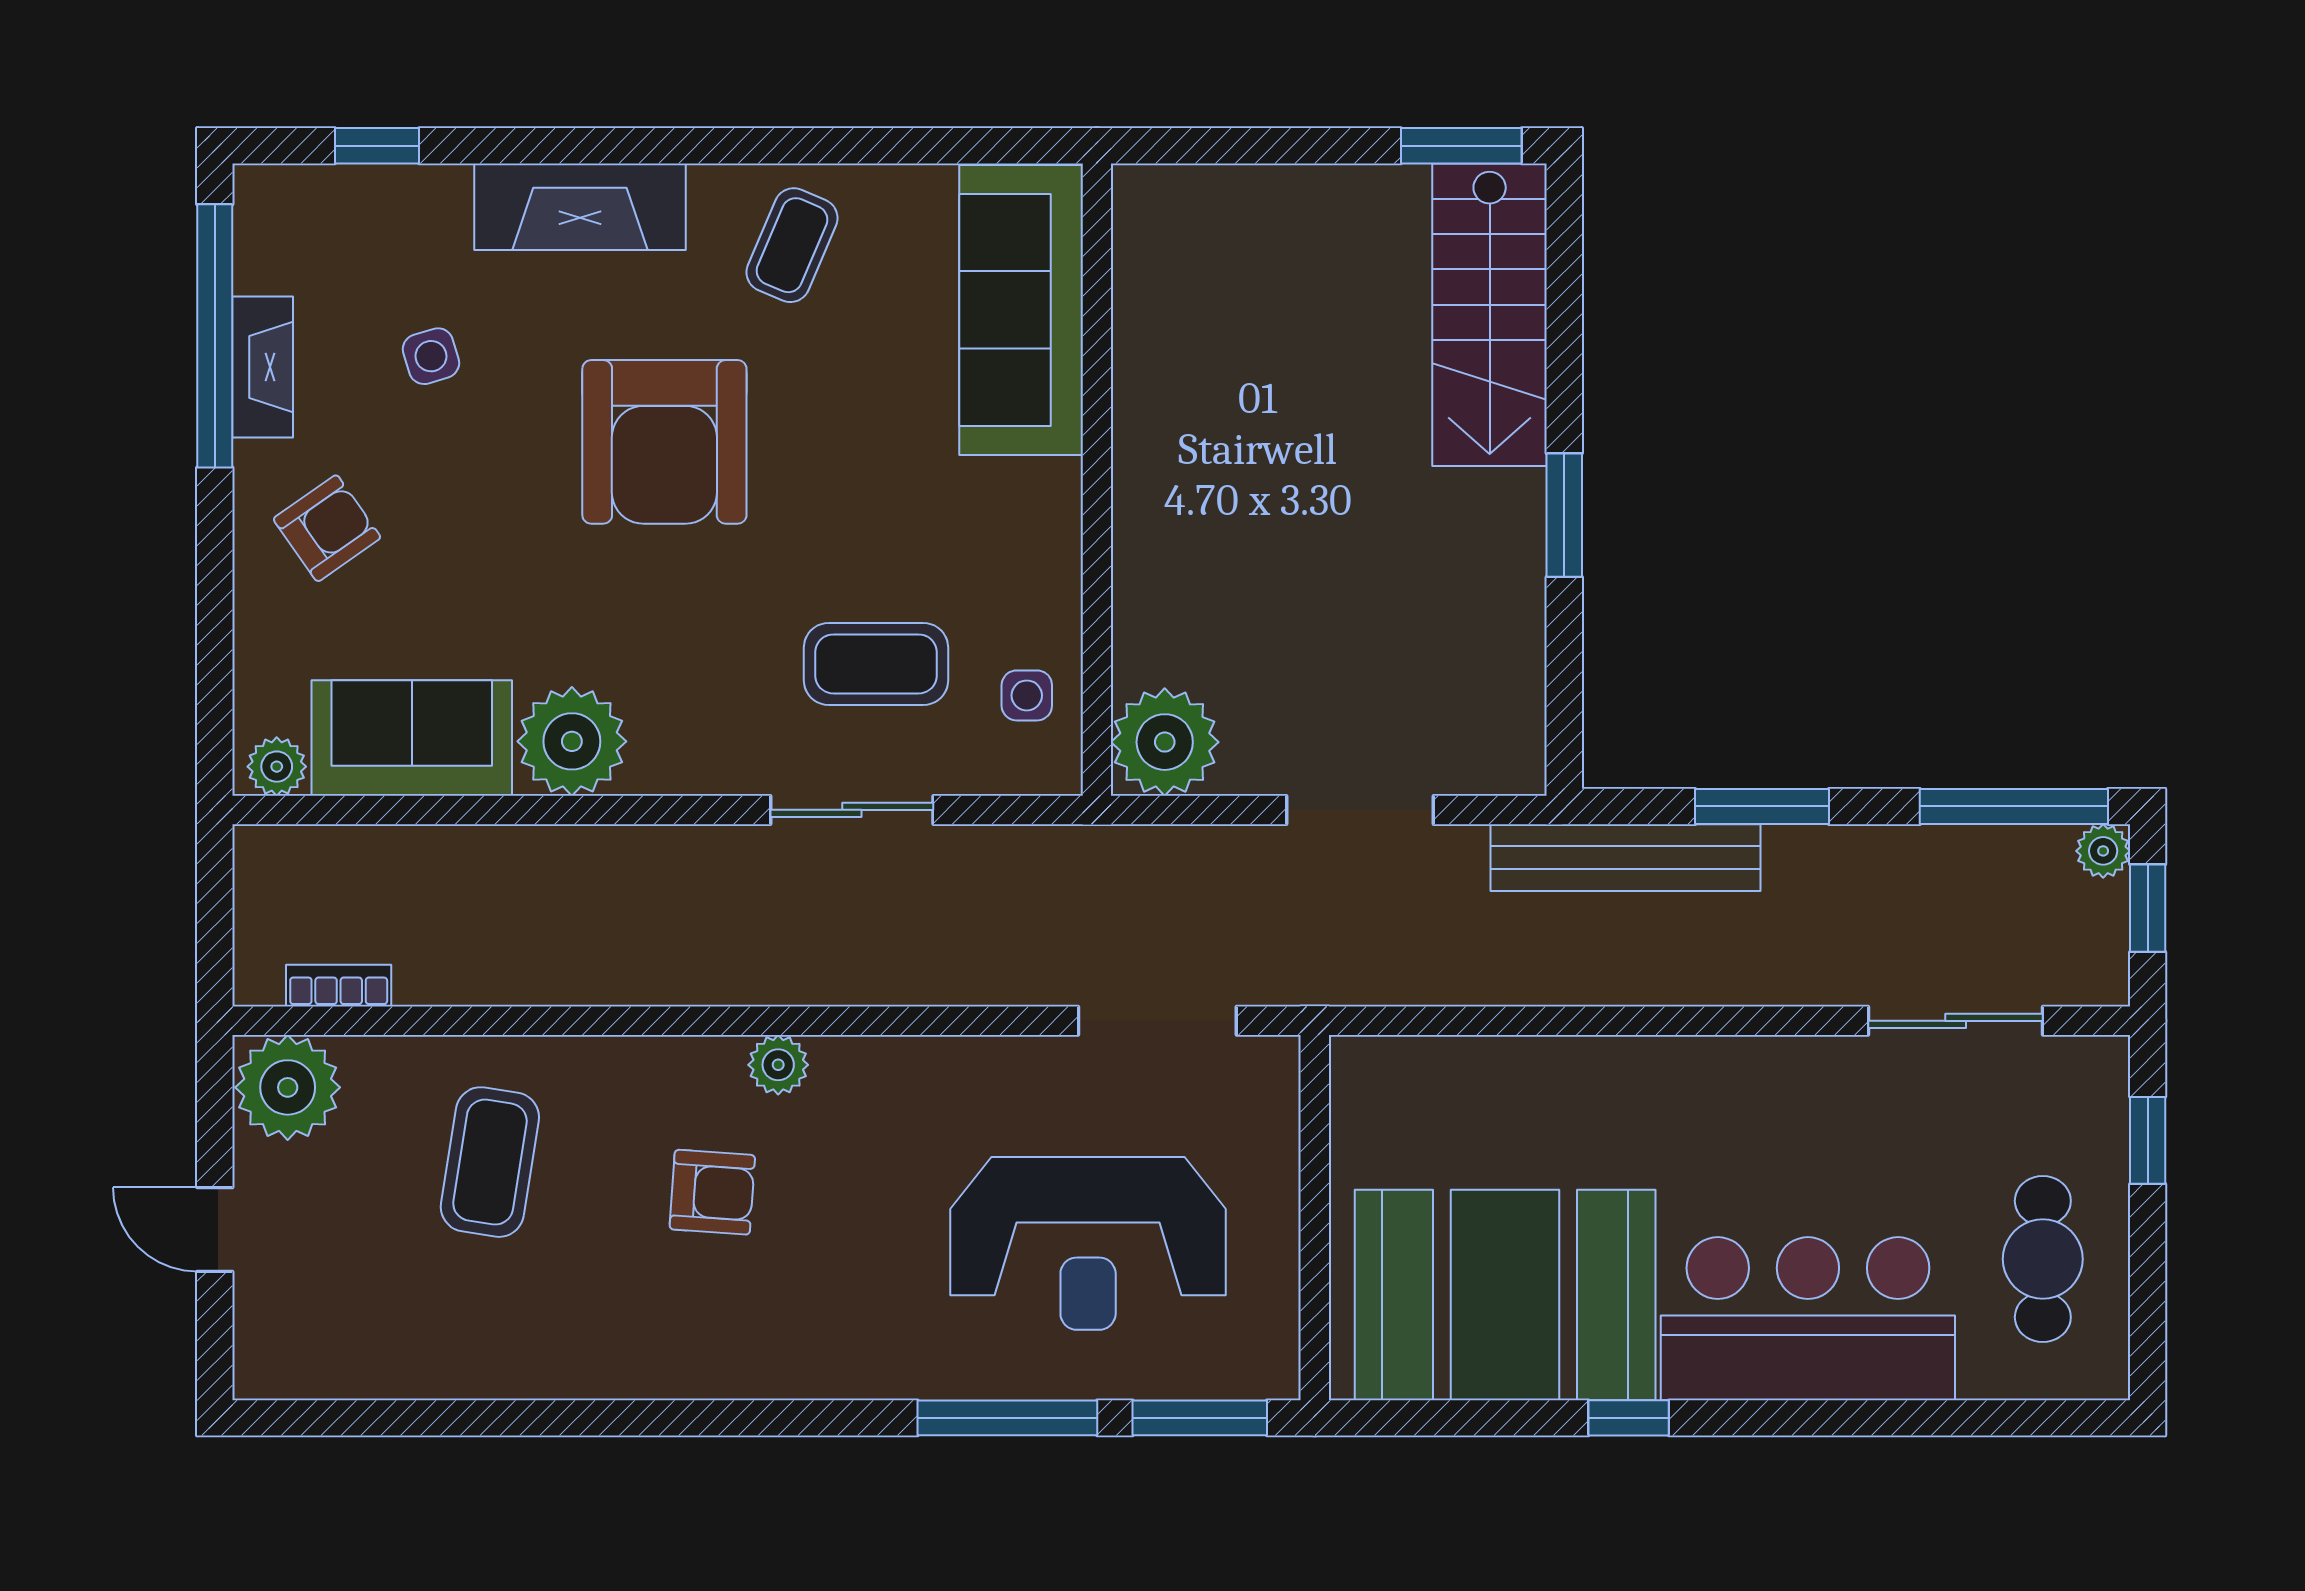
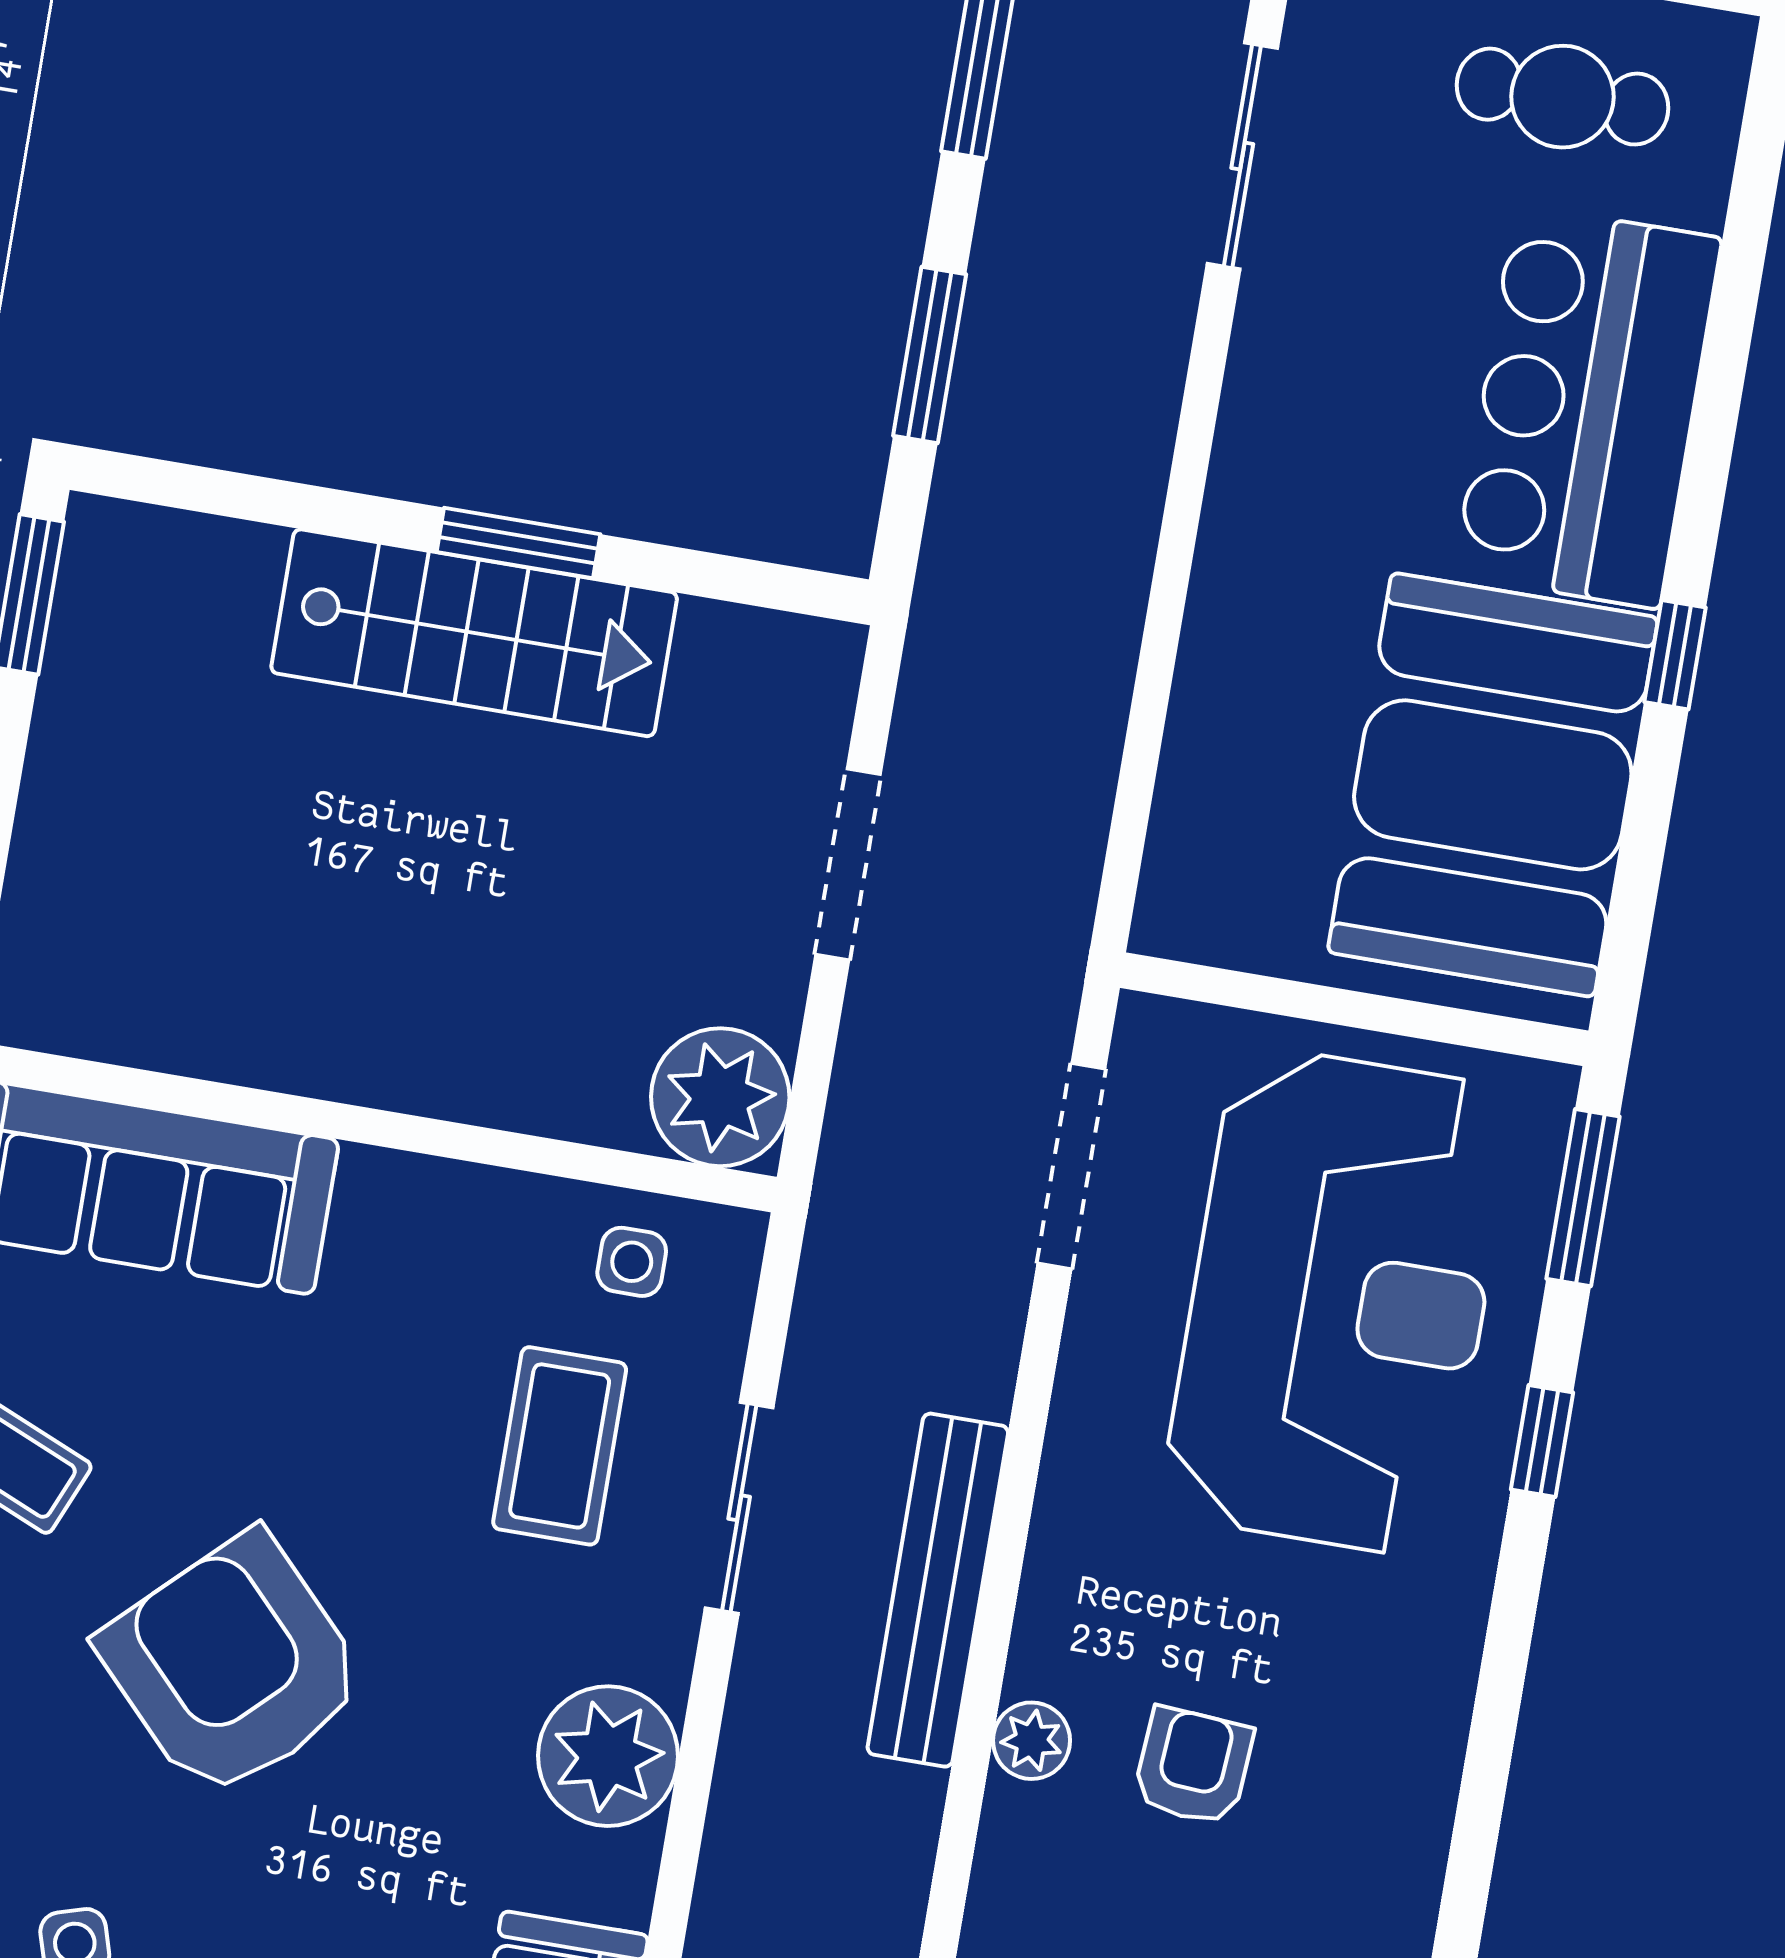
stairs: (1490, 315) -> (474, 633), moved
armchair: (664, 442) -> (233, 1666), turned -134
plant: (572, 741) -> (608, 1756), moved
bench: (1625, 858) -> (938, 1590), moved
plant: (778, 1065) -> (1032, 1741), moved
reception desk: (1088, 1243) -> (1338, 1302), width x1.36, depth x1.30
window: (1007, 1418) -> (1542, 1441), width x0.46

